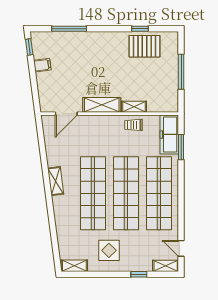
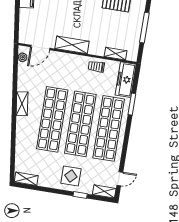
shelving: (134, 107) -> (116, 54), moved
plant: (48, 128) -> (23, 57), added
window: (181, 147) -> (132, 104), moved
door: (181, 248) -> (120, 179), swing flipped
display table: (109, 250) -> (71, 176), moved

